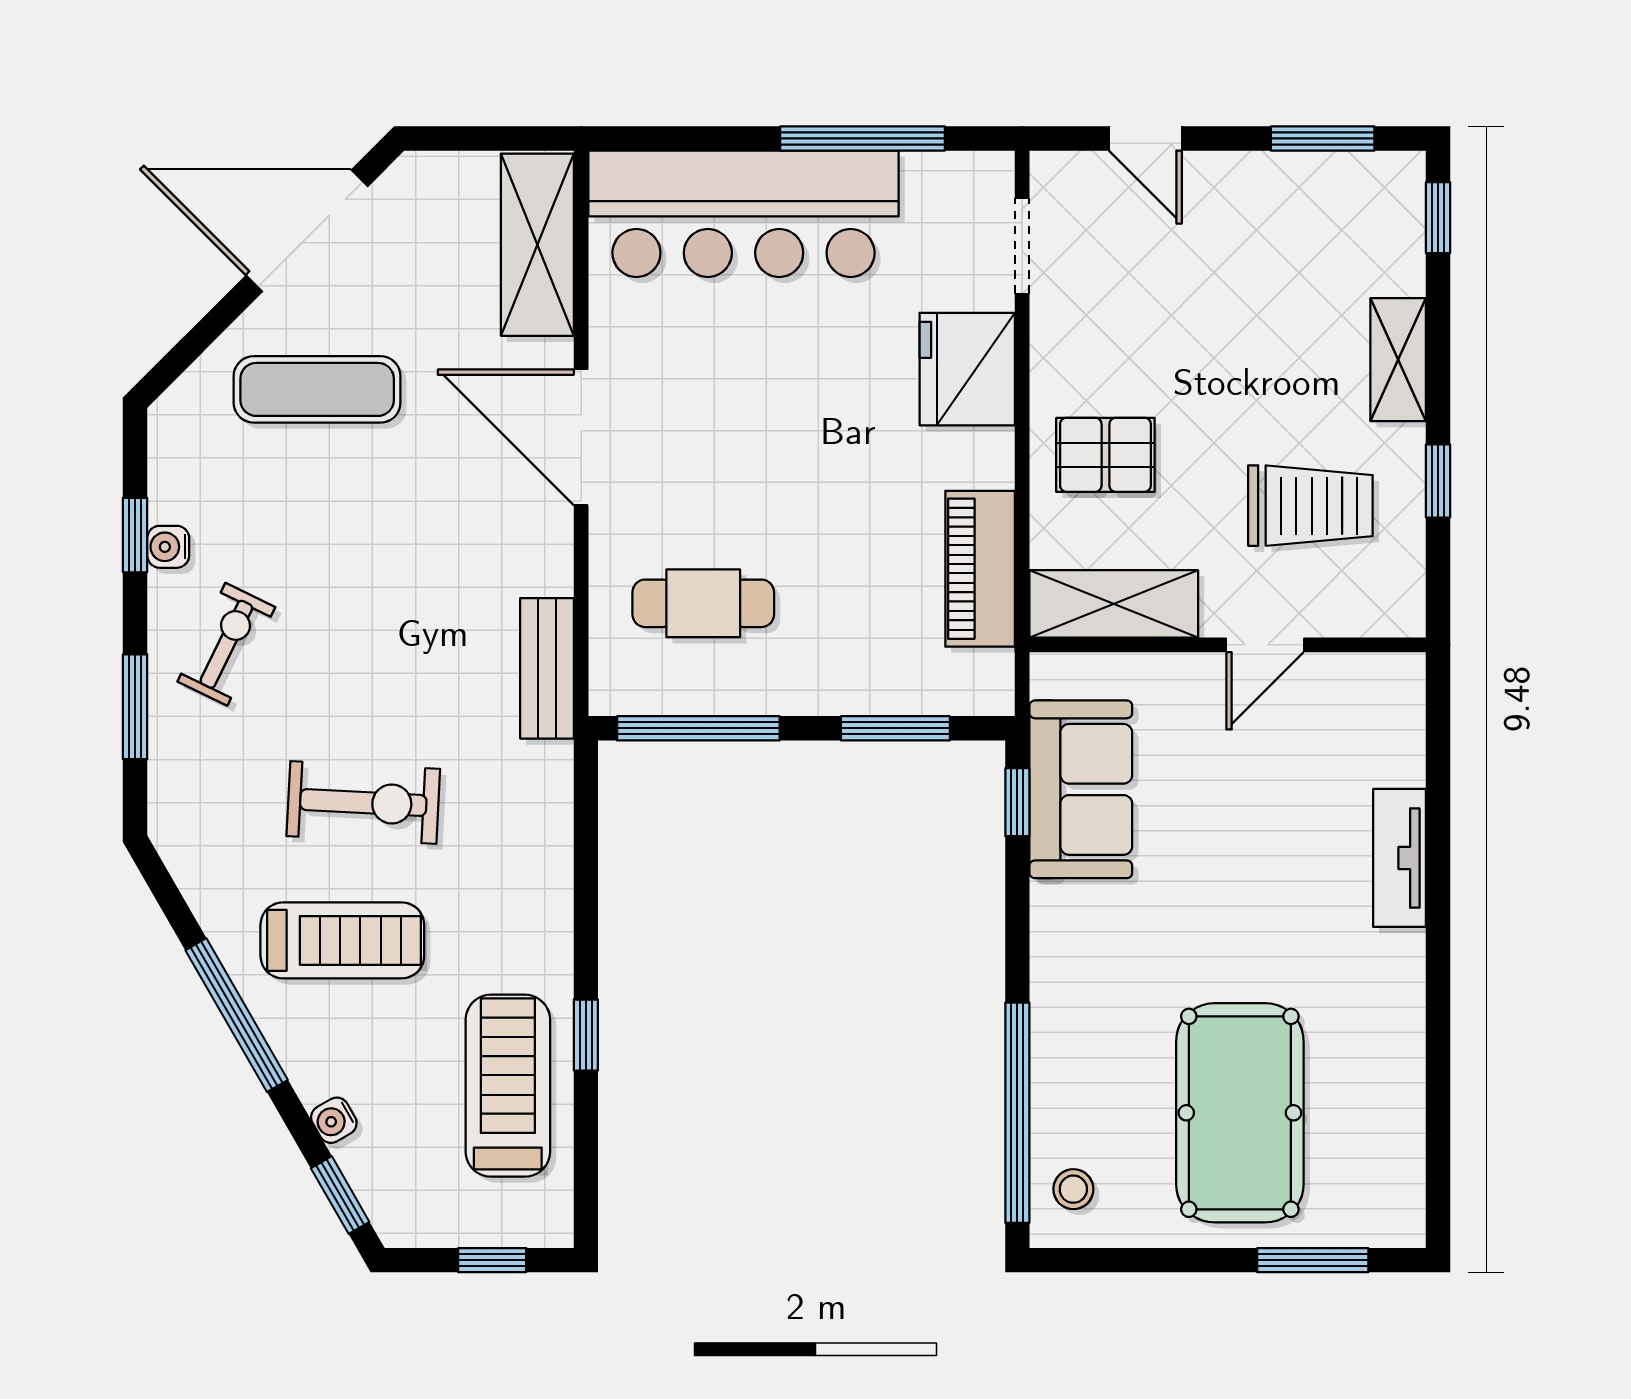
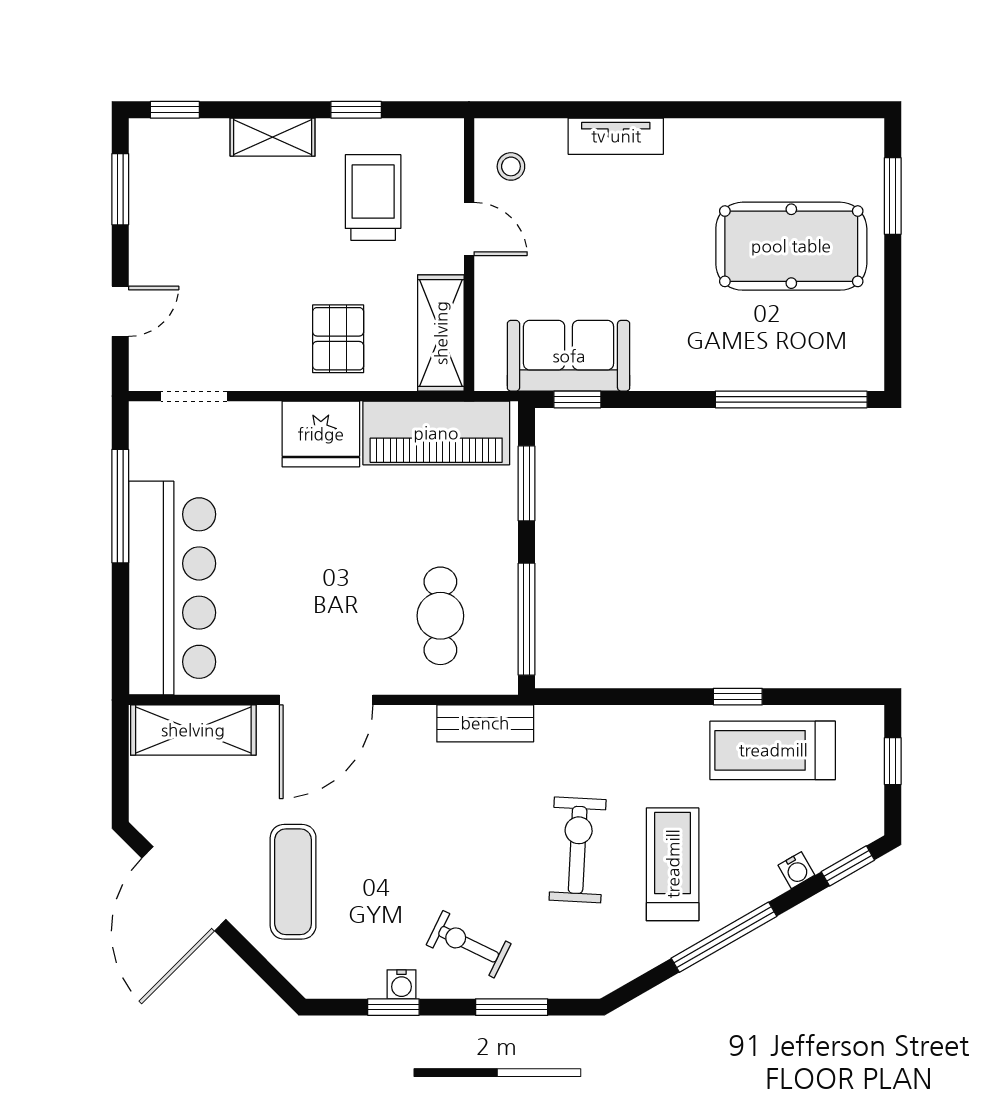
fridge: (967, 369) -> (321, 434), moved
piano: (980, 569) -> (436, 433), width x1.37, depth x1.33
stool: (1073, 1189) -> (511, 166), moved

